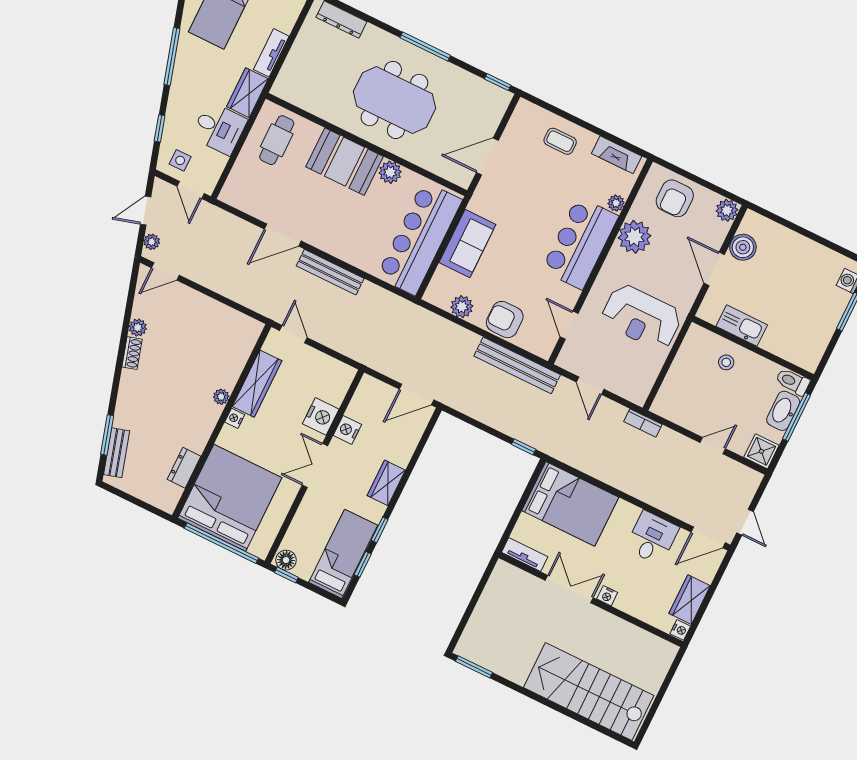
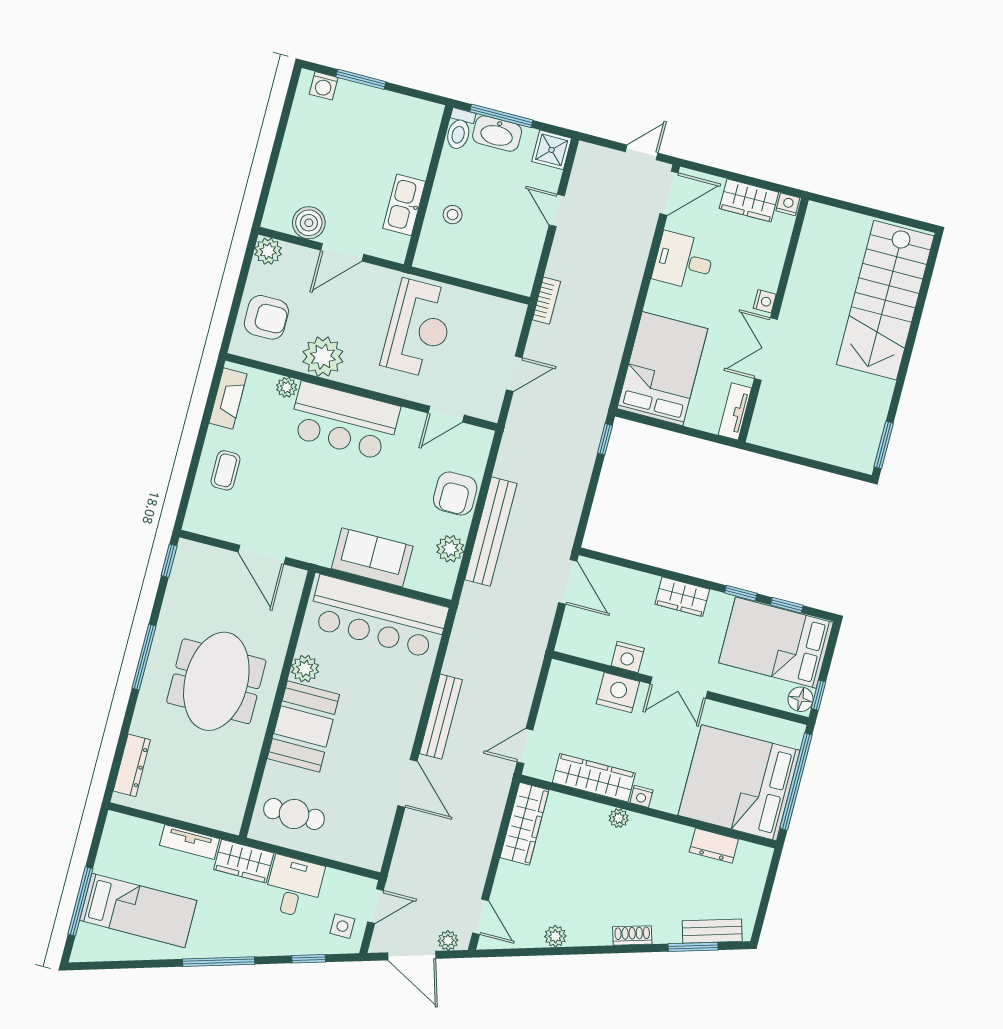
door: (146, 211) -> (412, 956), width x1.38
wardrobe: (232, 321) -> (524, 824), added
shoe rack: (132, 353) -> (632, 935), moved
bench: (517, 365) -> (491, 532), moved
door: (708, 537) -> (669, 193), hinge flipped
bed: (343, 554) -> (776, 643), width x1.50

